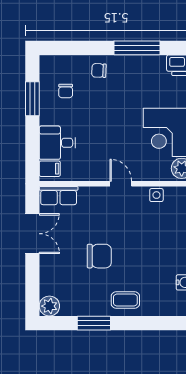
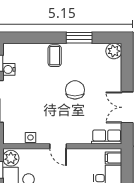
chair: (99, 256) -> (75, 90), turned 90
coffee table: (125, 300) -> (55, 56), turned 90

